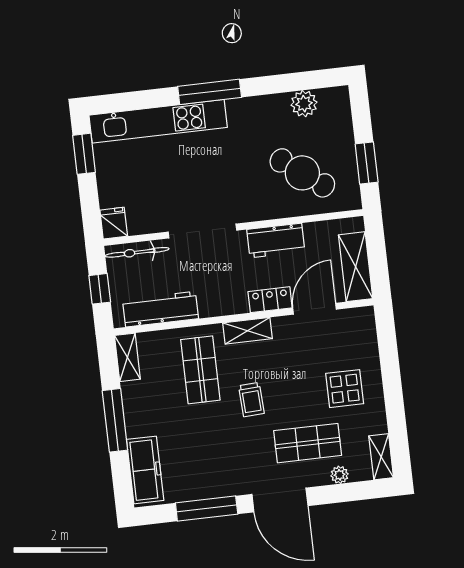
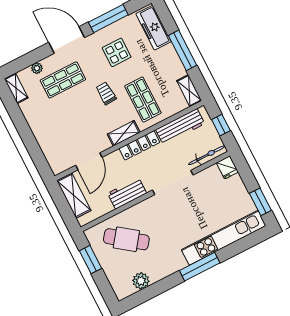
locker: (270, 300) -> (139, 145), moved, width x1.53
display table: (345, 389) -> (117, 52), moved

